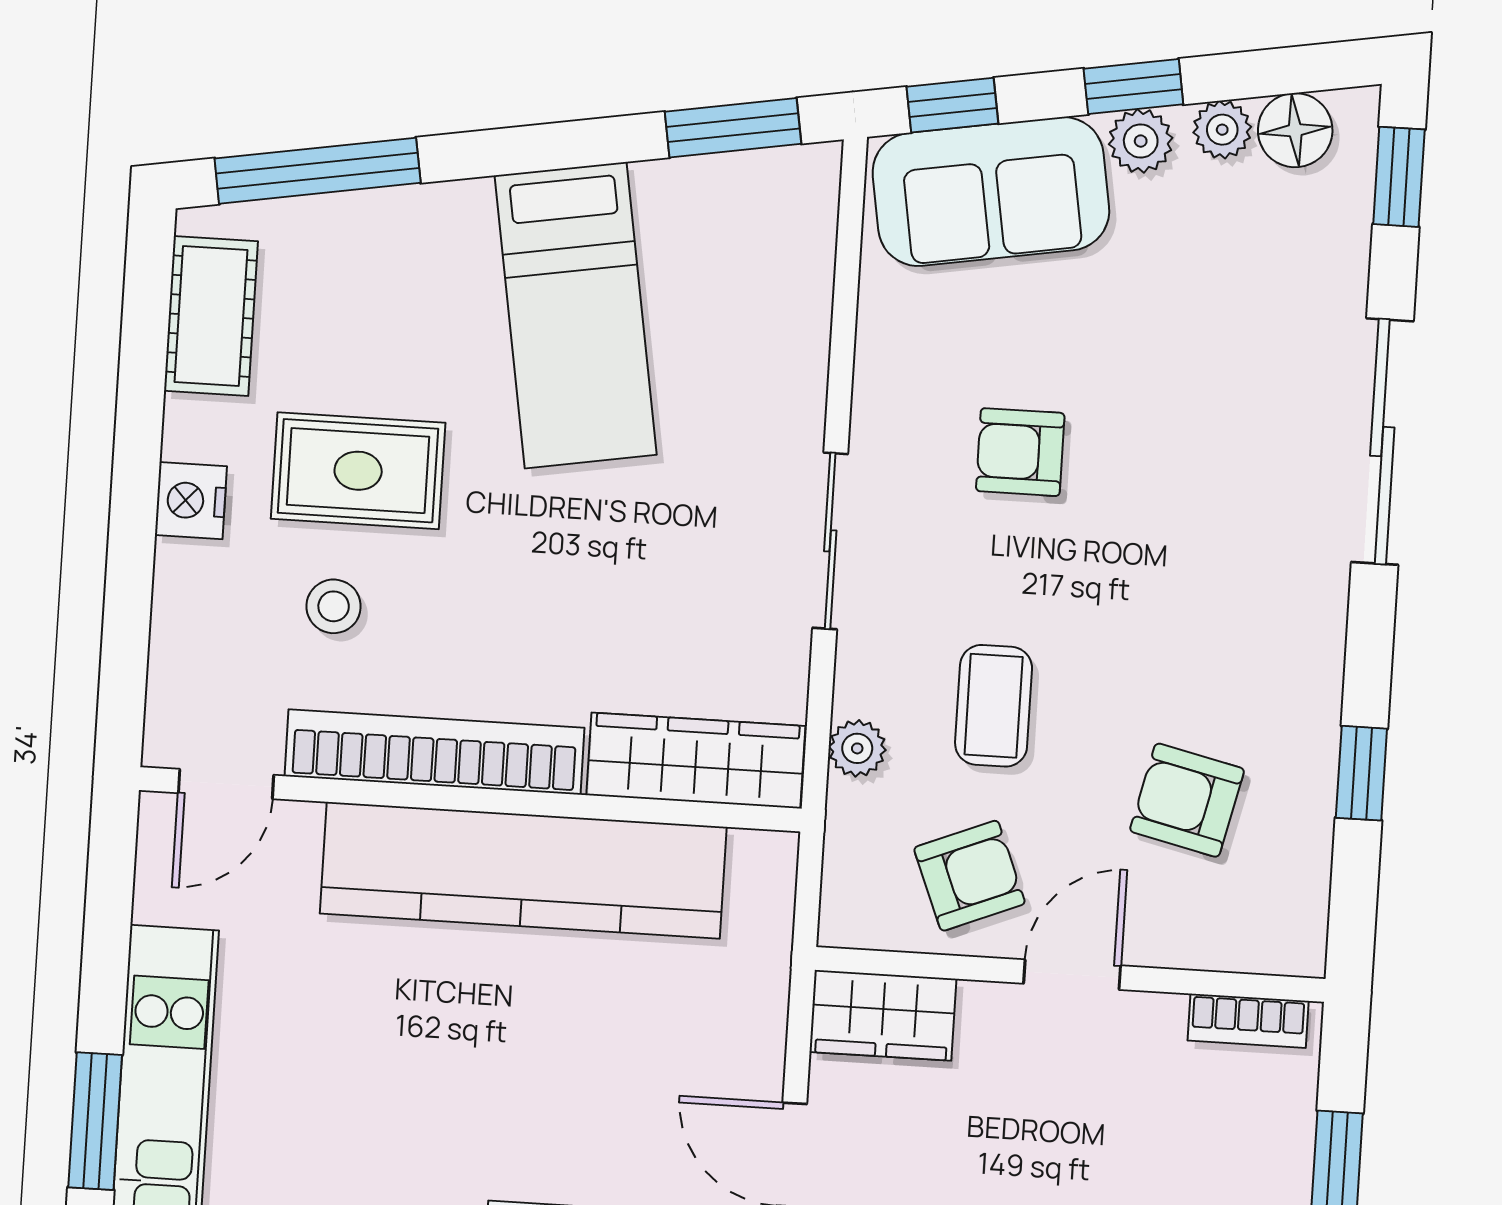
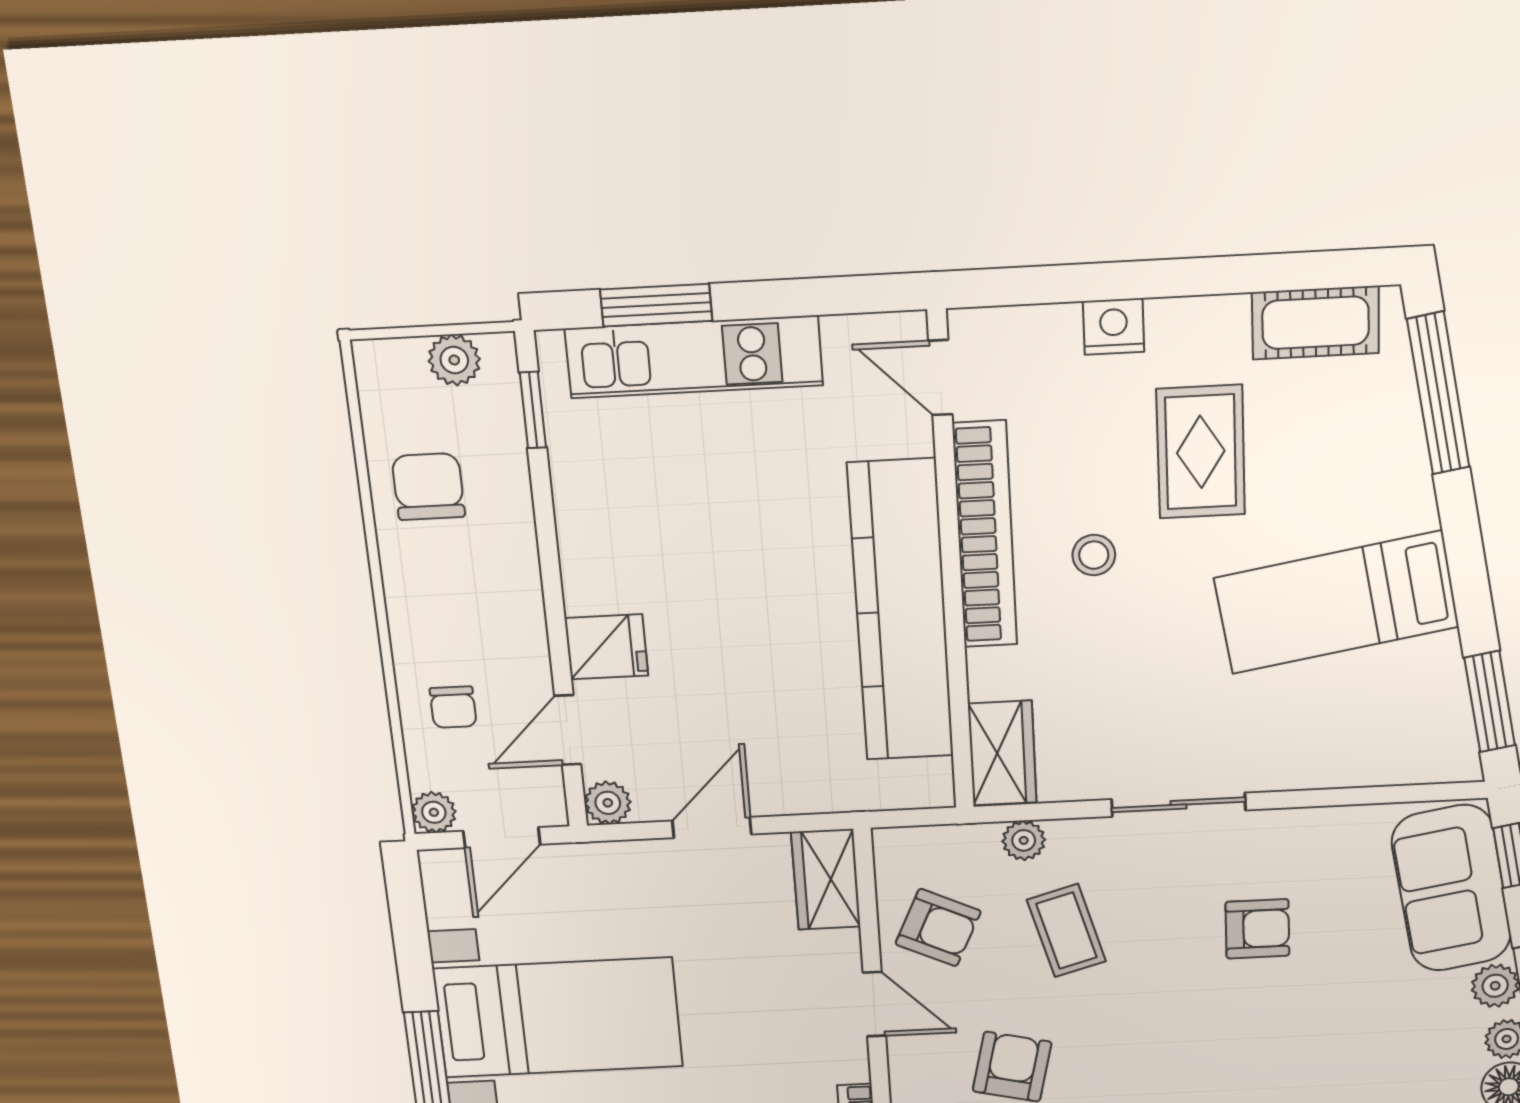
armchair: (1020, 452) -> (1257, 929), turned 90
nightstand: (191, 501) -> (1114, 327), moved
stool: (334, 606) -> (1094, 555), moved
coffee table: (994, 706) -> (1066, 931), turned 74
wardrobe: (696, 761) -> (1002, 753), width x0.67
armchair: (969, 876) -> (938, 928), turned -43

